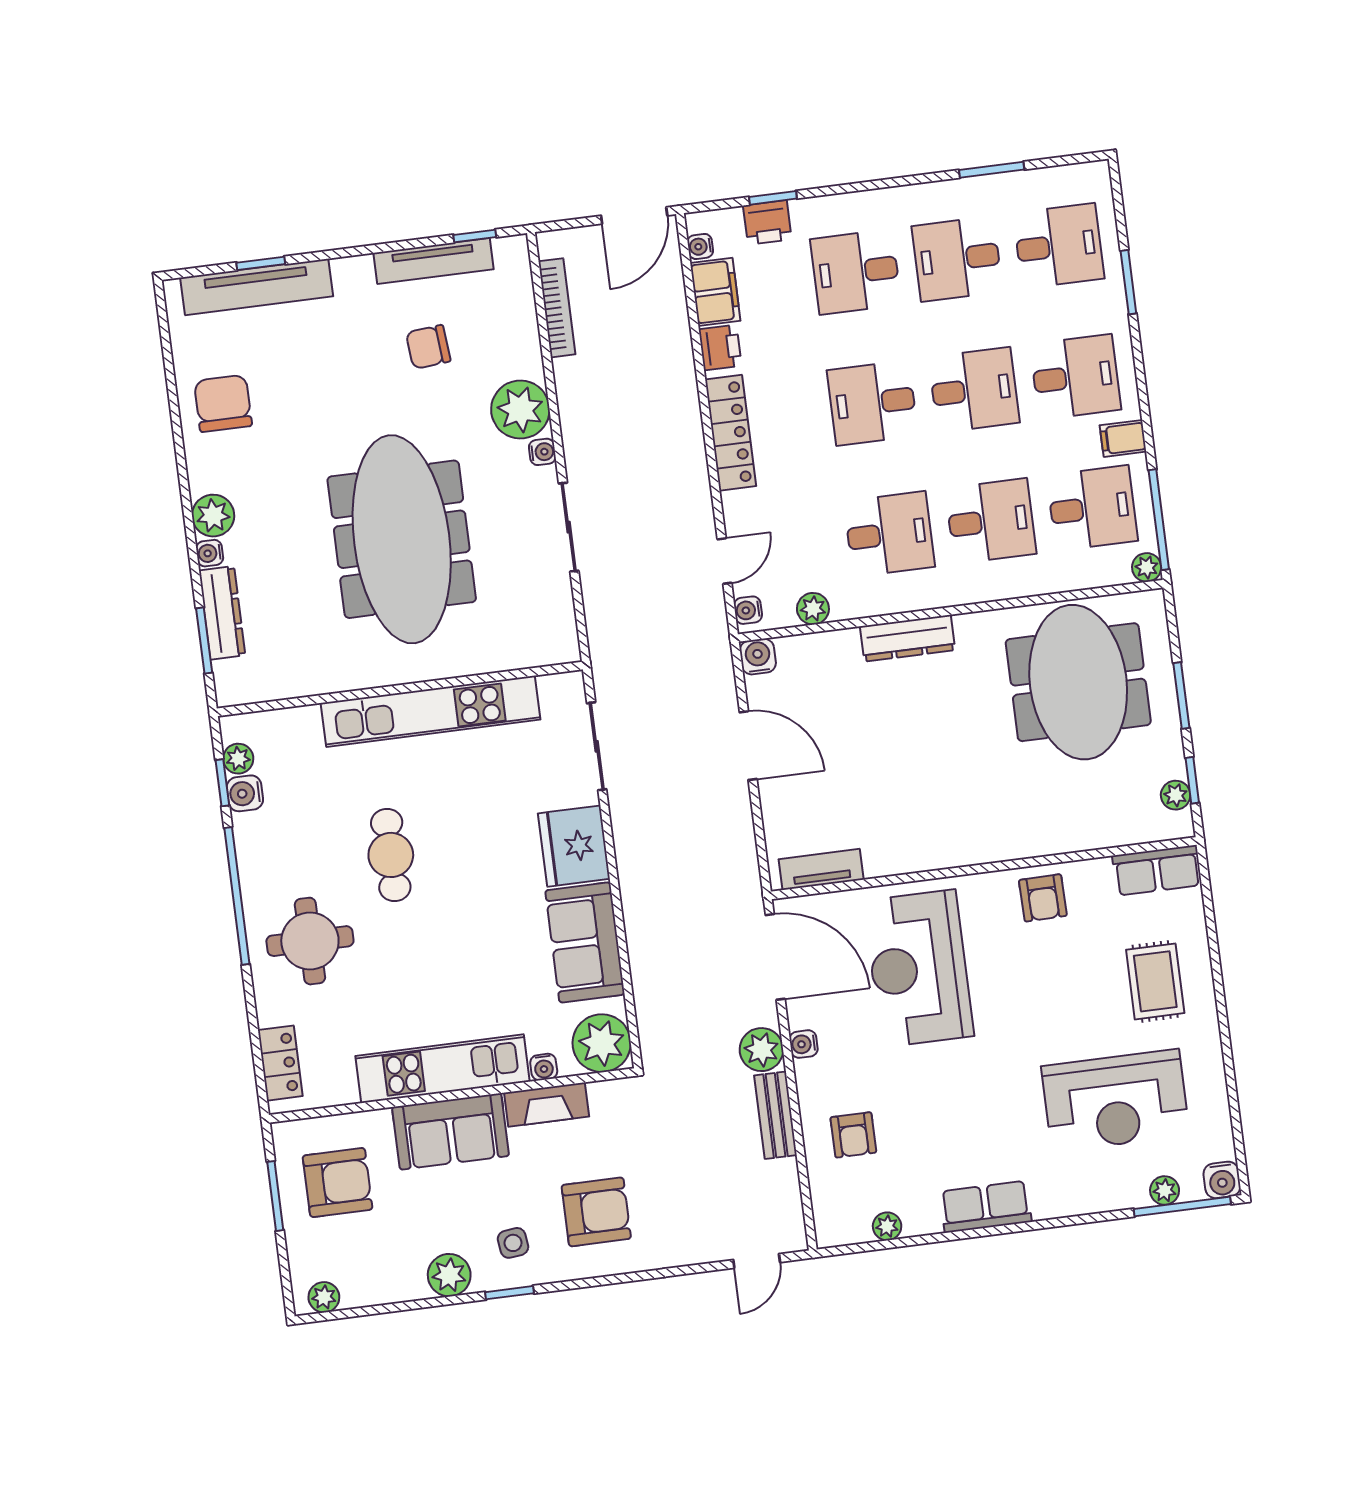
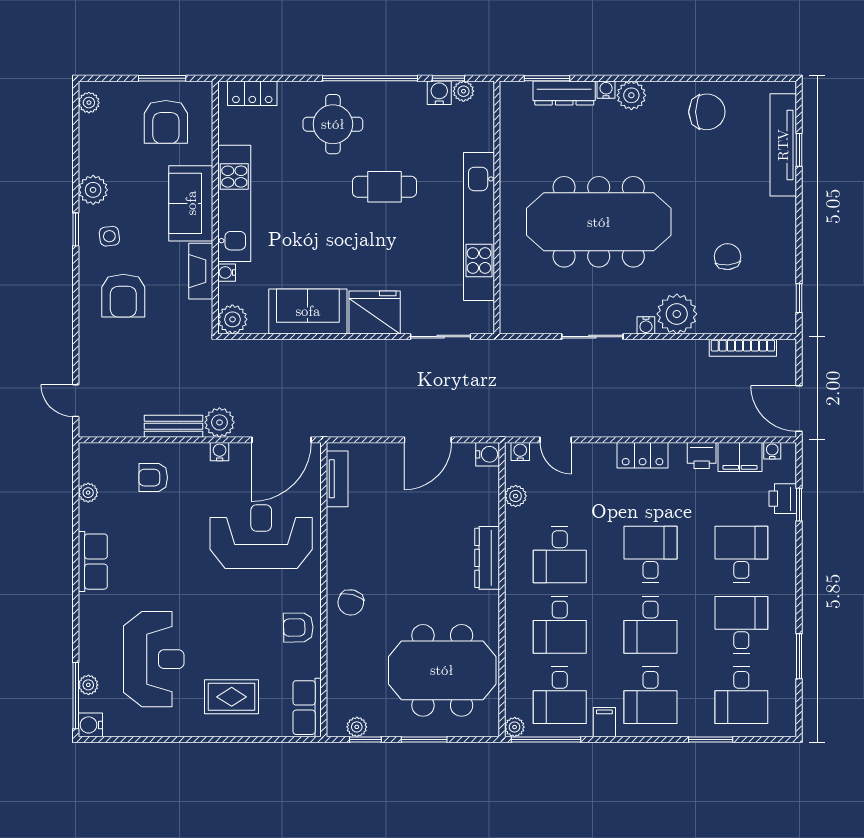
tv unit: (433, 261) -> (786, 268), removed
locker: (731, 433) -> (643, 455), width x0.66
chair: (997, 827) -> (351, 602), added
plant: (602, 1043) -> (232, 319), width x0.73, depth x0.73
reception desk: (1115, 1101) -> (154, 659), turned 180

